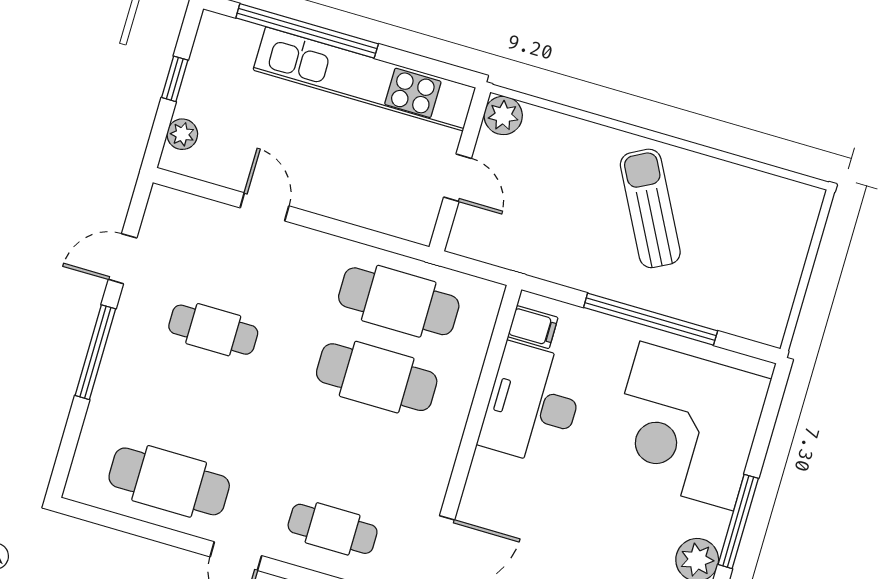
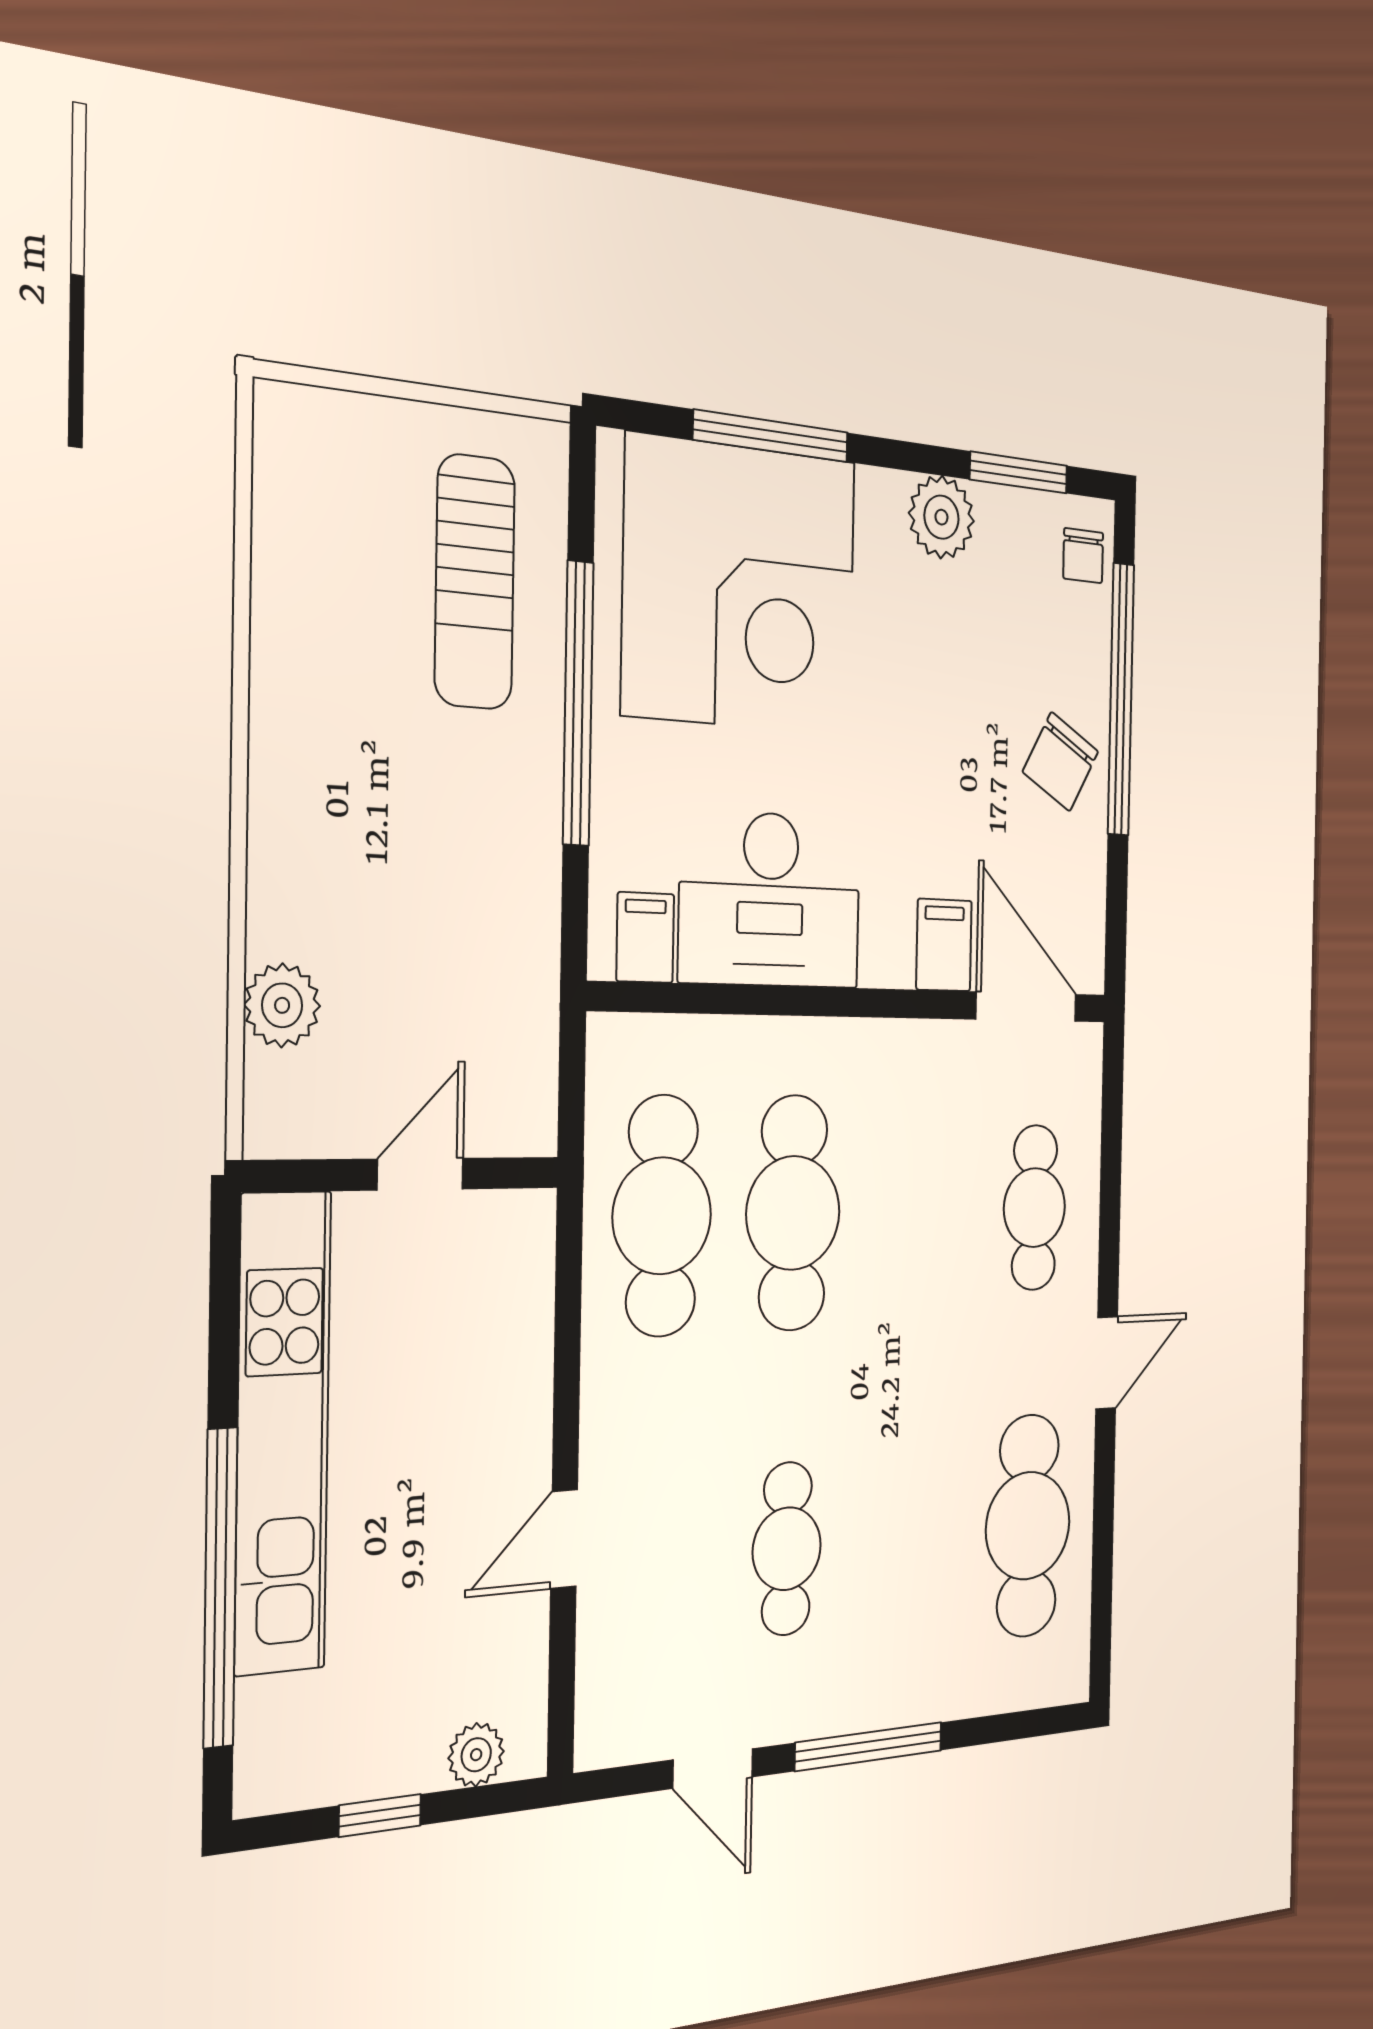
plant: (503, 115) -> (282, 1005), moved
sun lounger: (650, 208) -> (475, 582), moved, turned -62
filing cabinet: (483, 505) -> (944, 945), added
window: (738, 521) -> (771, 436), moved

